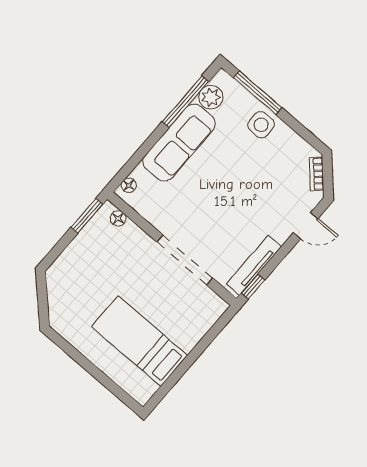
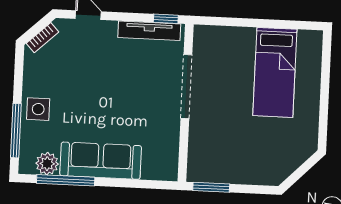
floor lamp: (129, 185) -> (163, 174), removed
floor lamp: (118, 218) -> (195, 162), removed

